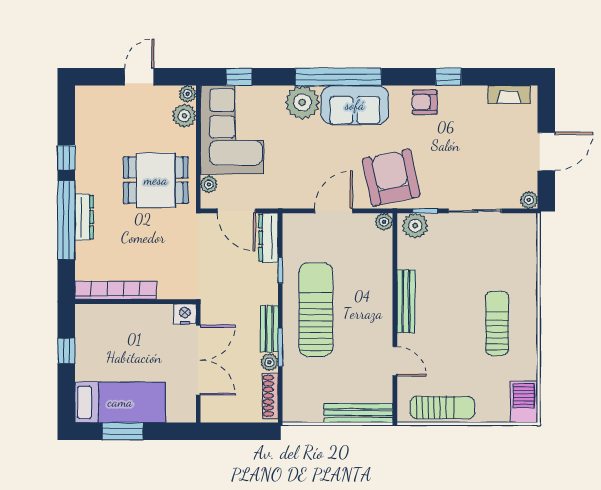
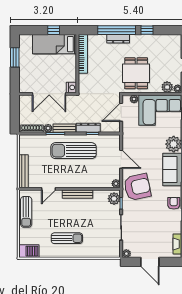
dresser: (268, 238) -> (88, 128), moved
sun lounger: (316, 310) -> (74, 151), turned 180
bed: (120, 402) -> (54, 44), moved, turned 90

